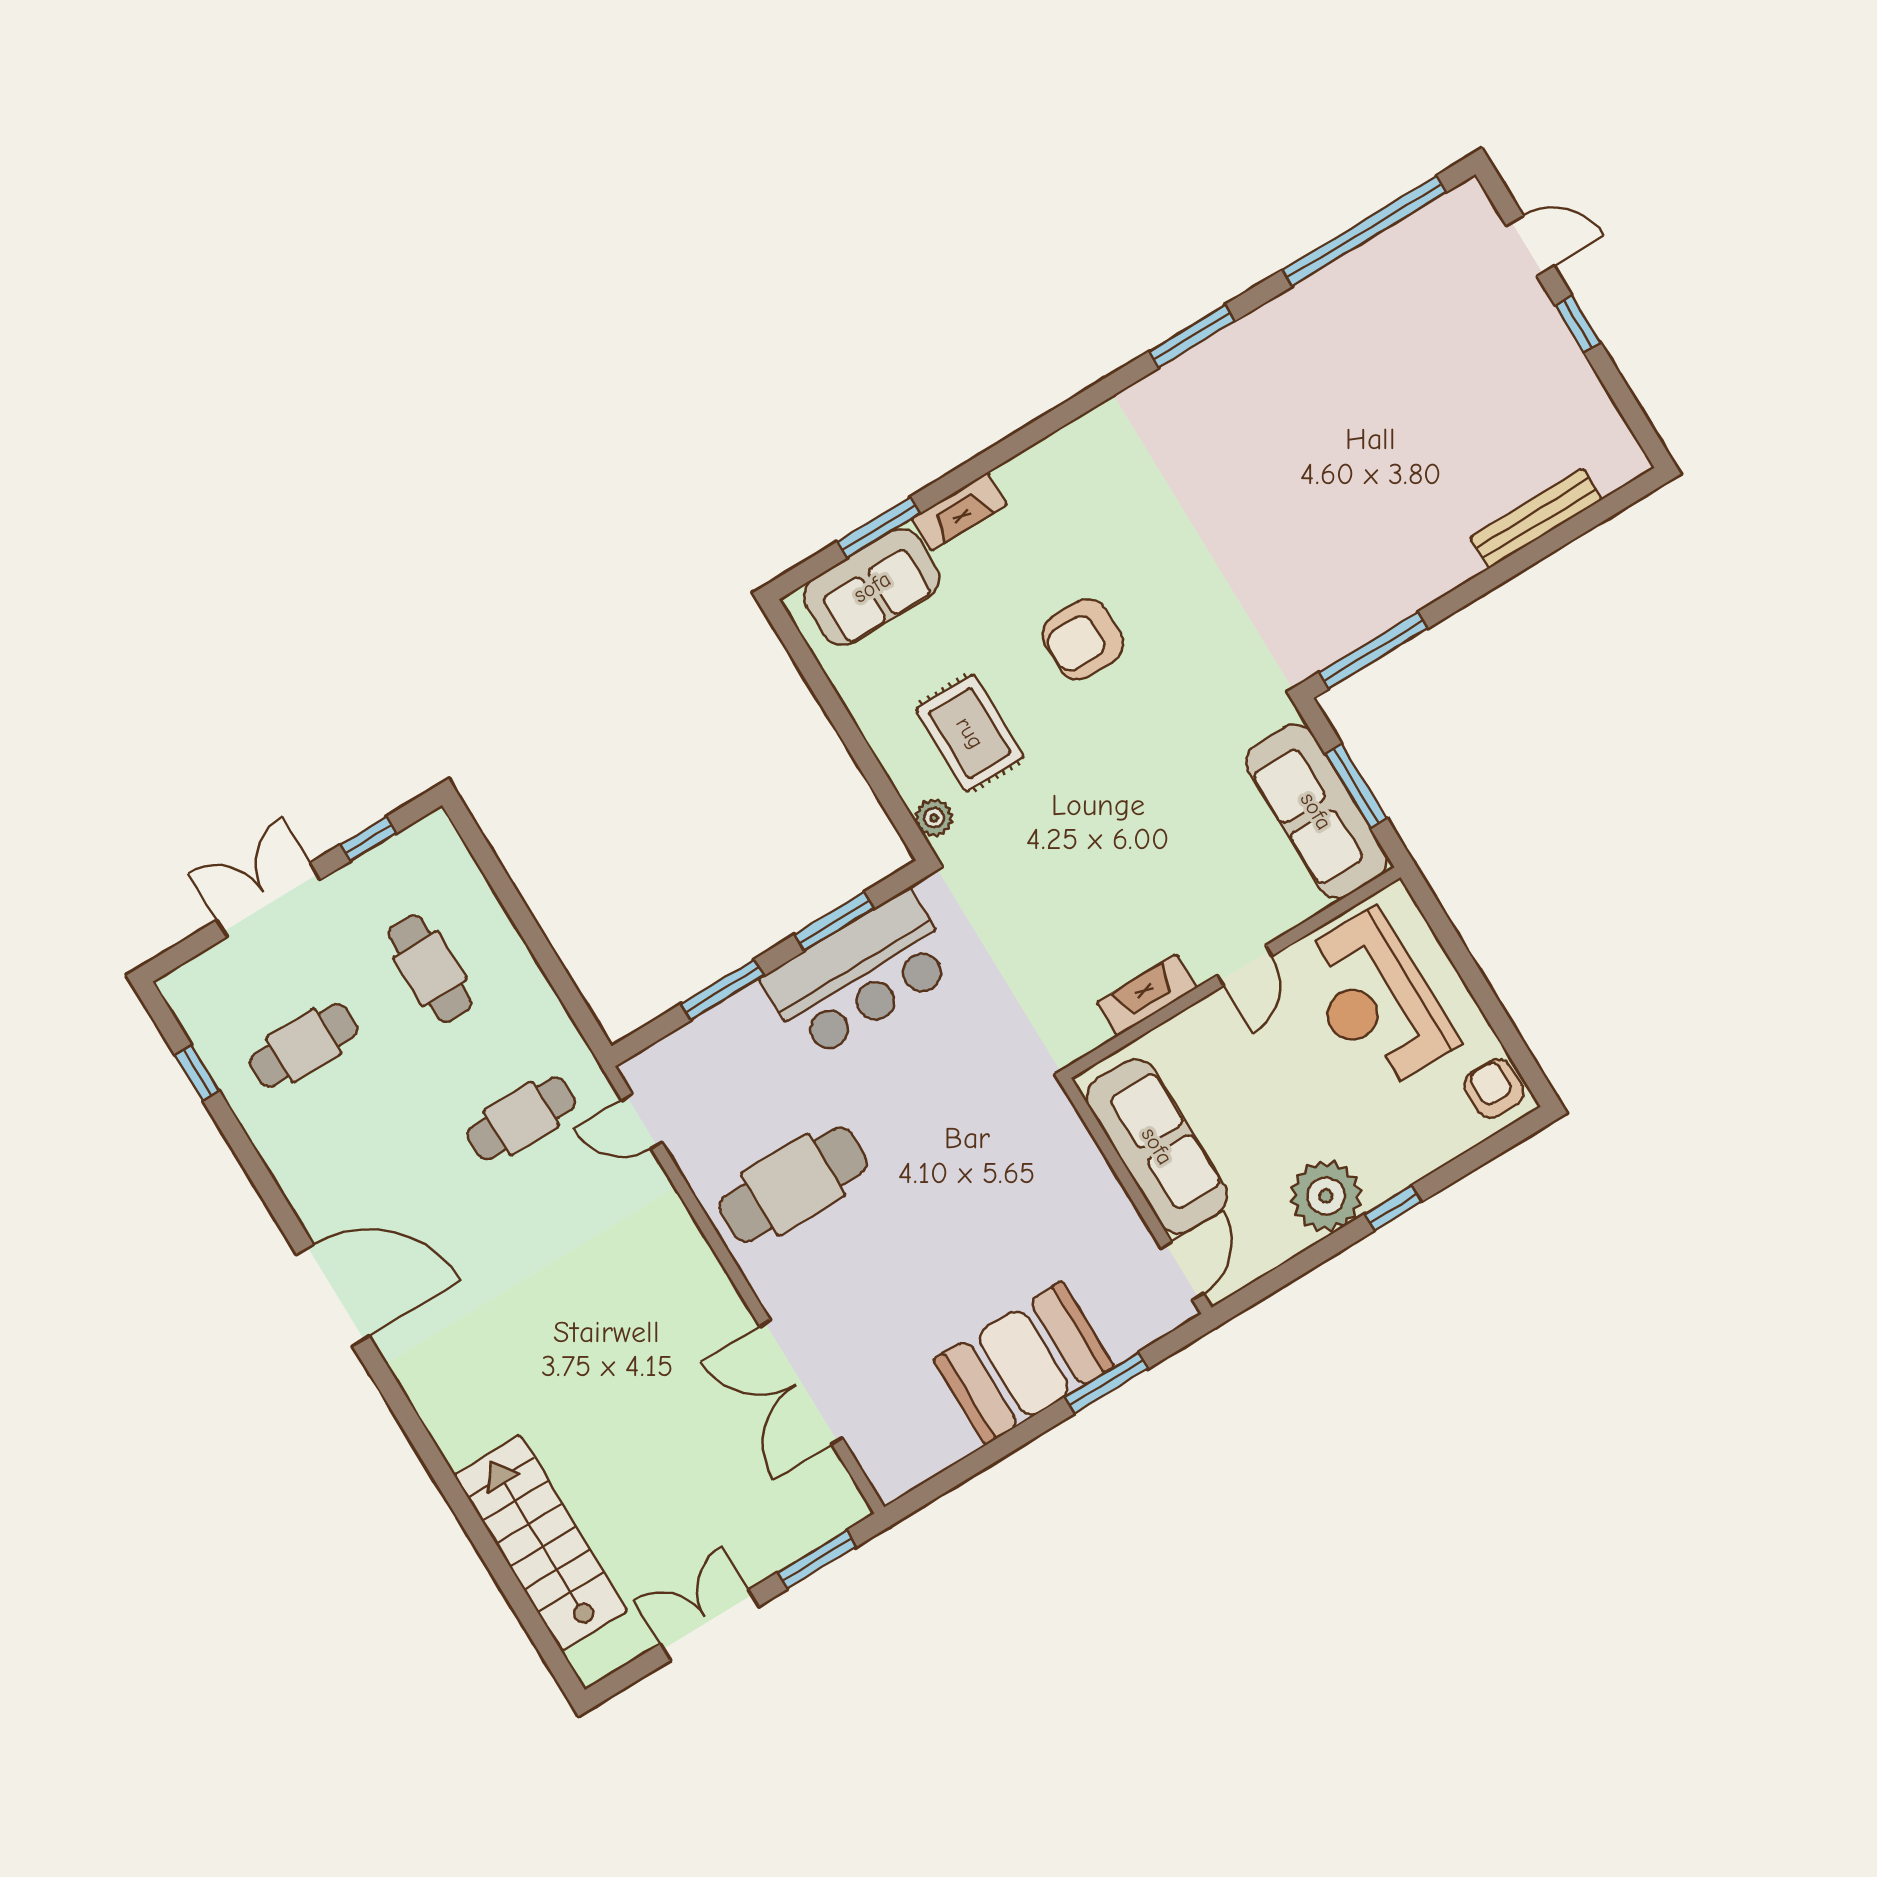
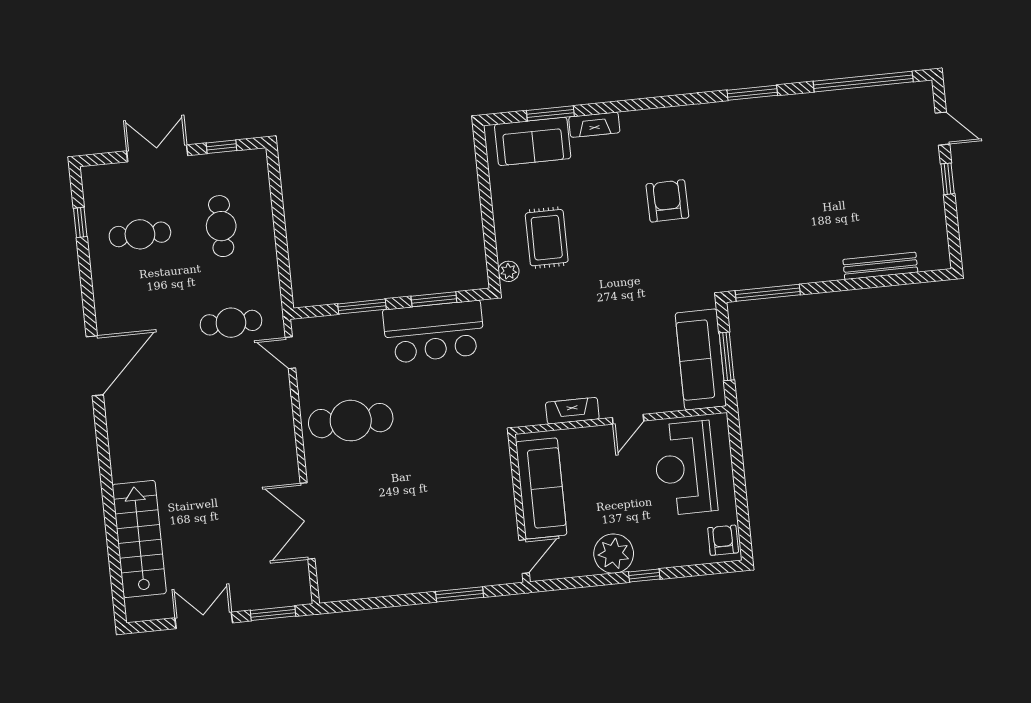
armchair: (1083, 639) -> (667, 201), moved, turned 89
door: (333, 1295) -> (95, 366), hinge flipped
booth: (1024, 1363) -> (423, 565), removed

